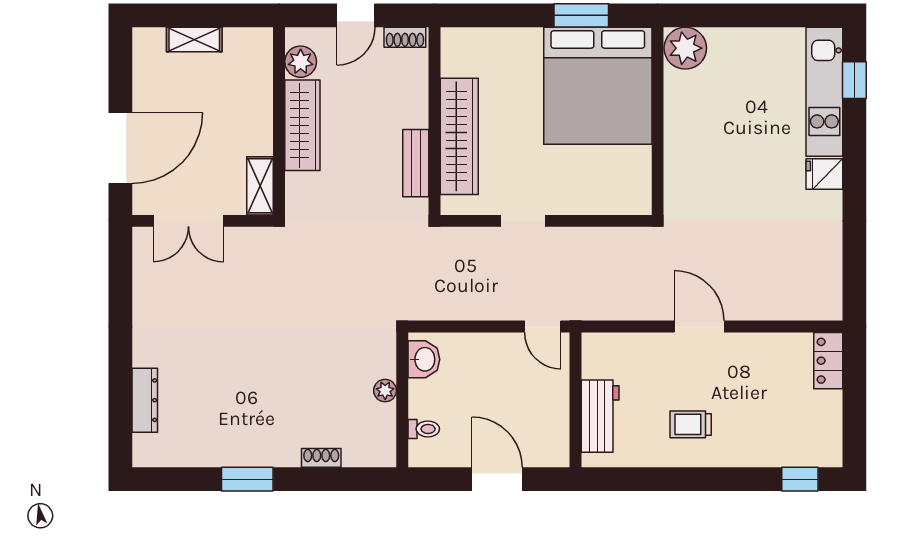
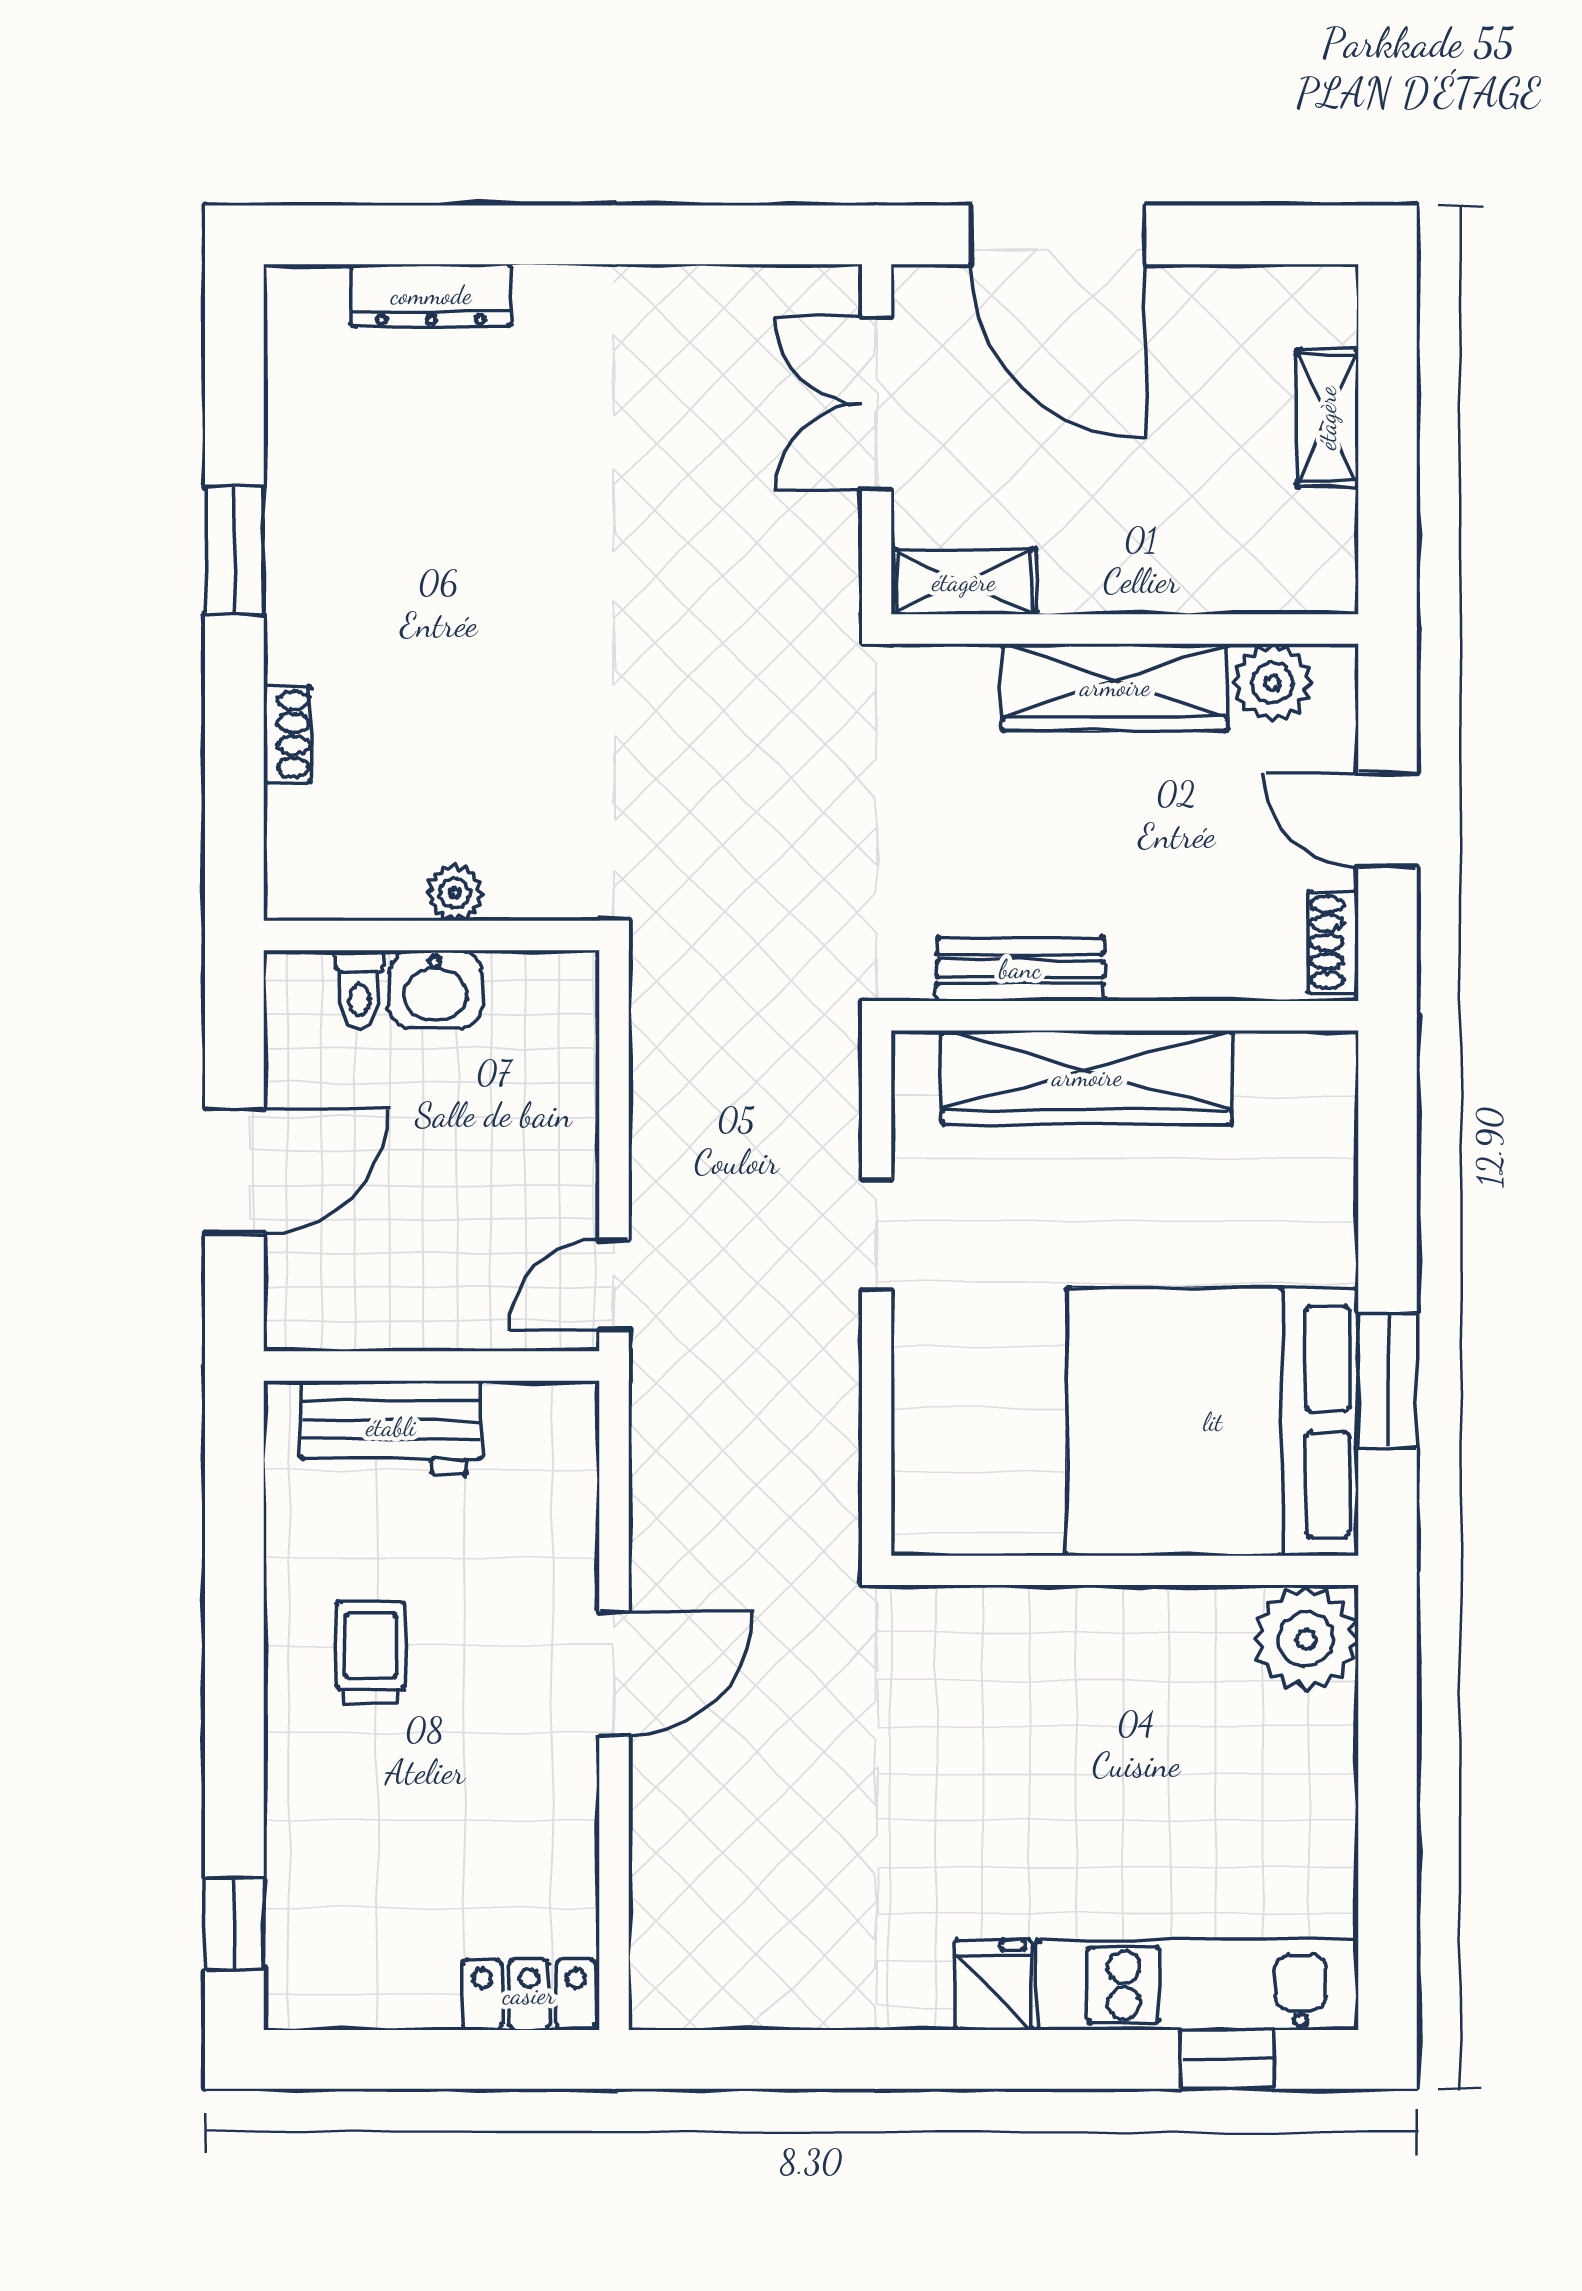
washbasin: (424, 359) -> (435, 989), moved

